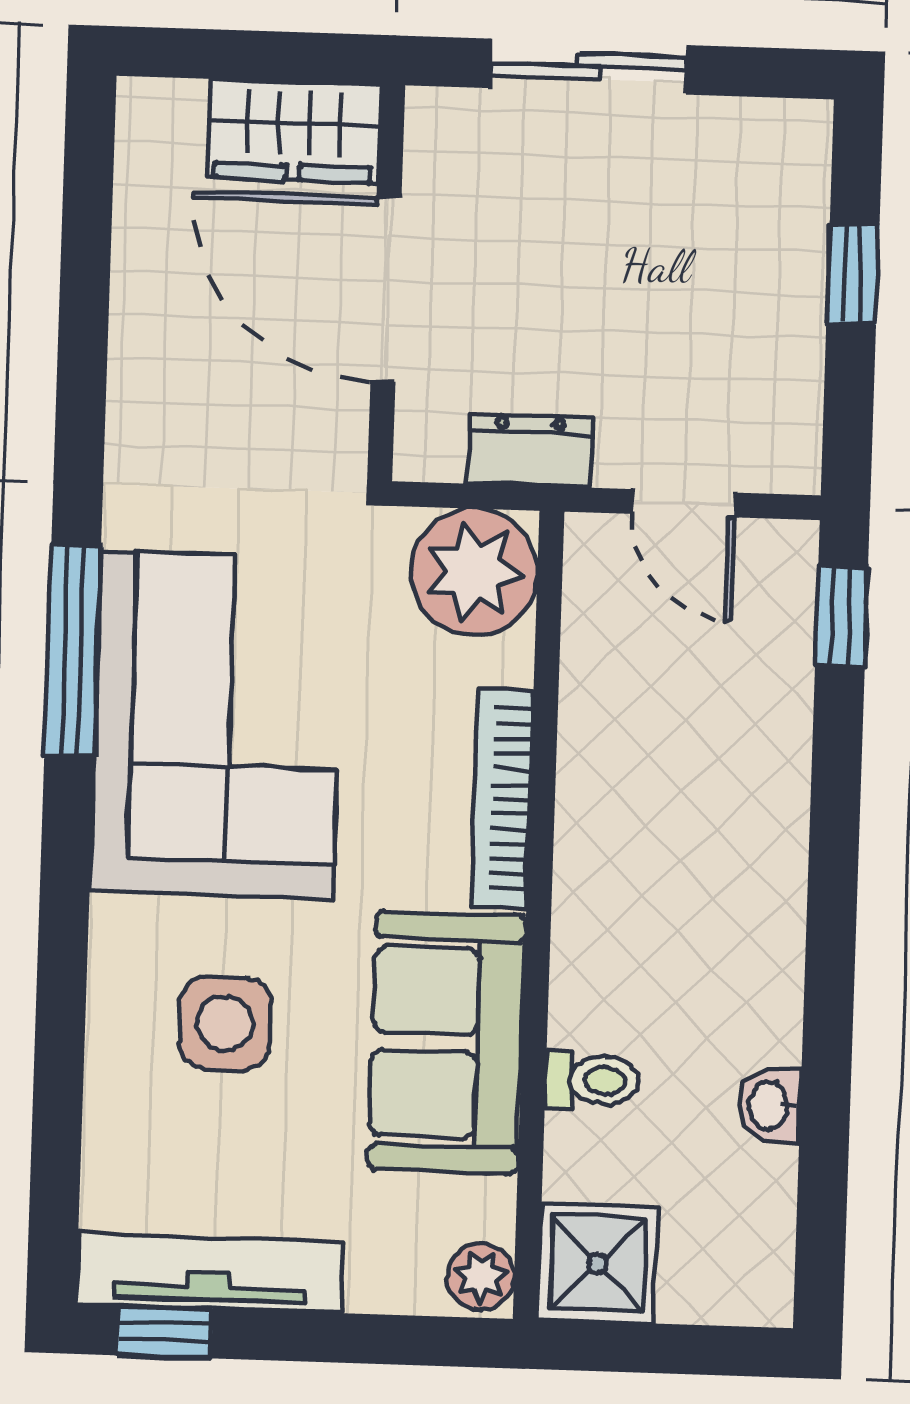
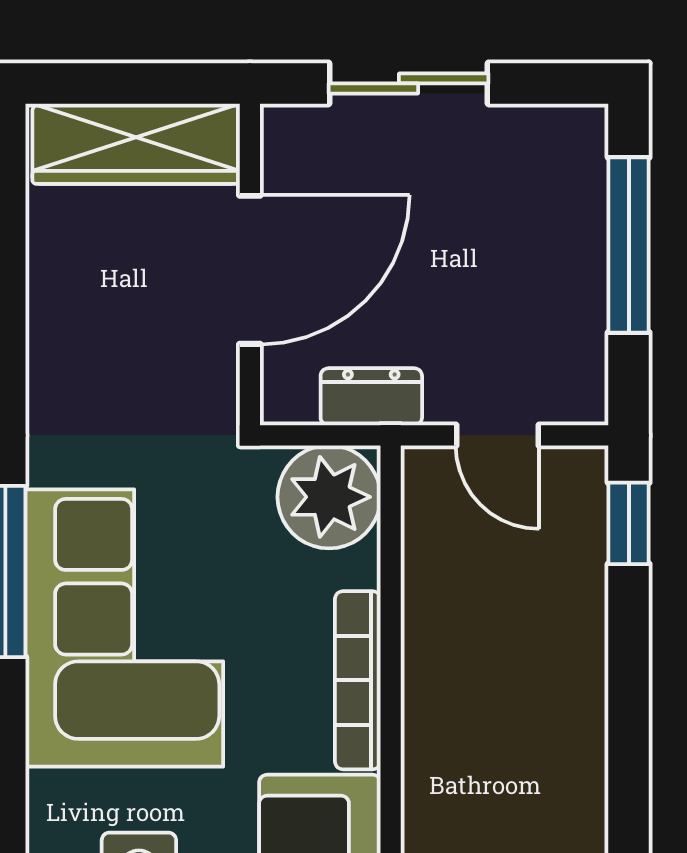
wardrobe: (294, 131) -> (136, 144), width x1.50
window: (853, 274) -> (629, 245), width x2.17
door: (386, 289) -> (250, 270), swing flipped

